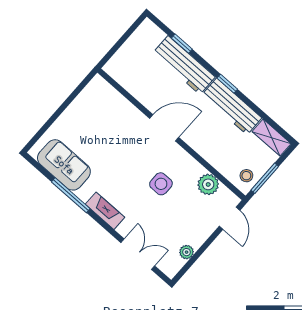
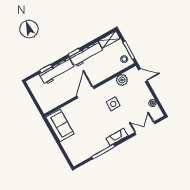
sofa: (64, 165) -> (60, 126), moved, turned 90

